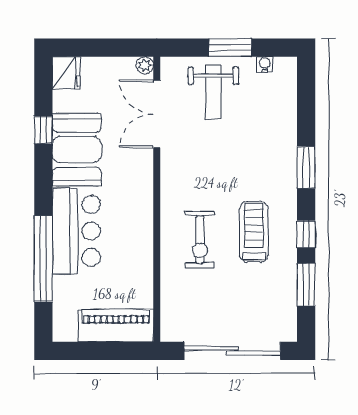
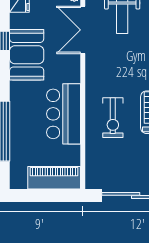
bar counter: (76, 231) -> (64, 114), moved, turned 180

